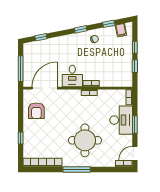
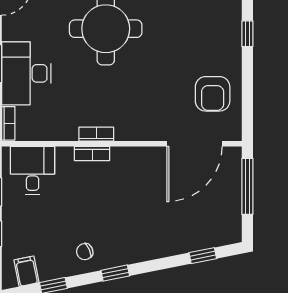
desk: (72, 76) -> (33, 170), moved
armchair: (36, 111) -> (213, 94), turned 180

